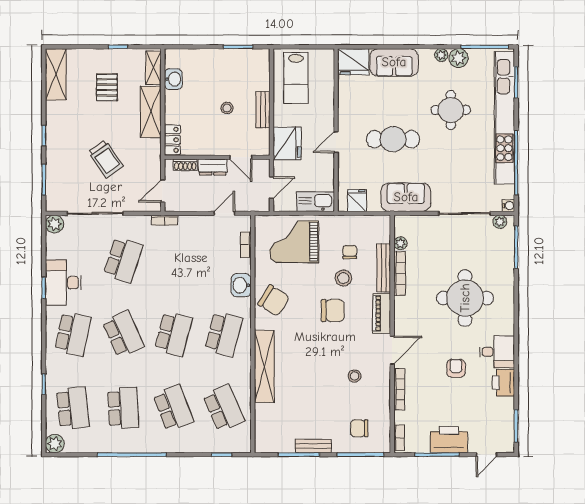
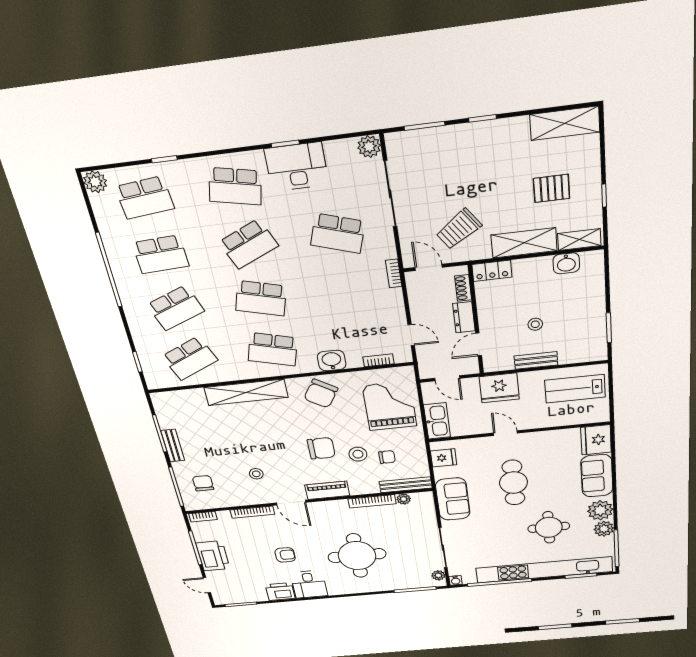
plant: (441, 55) -> (600, 510), width x1.87, depth x1.87
trolley: (106, 159) -> (459, 229), moved
bench: (384, 268) -> (406, 485), moved
chair: (333, 311) -> (321, 448), turned -90

